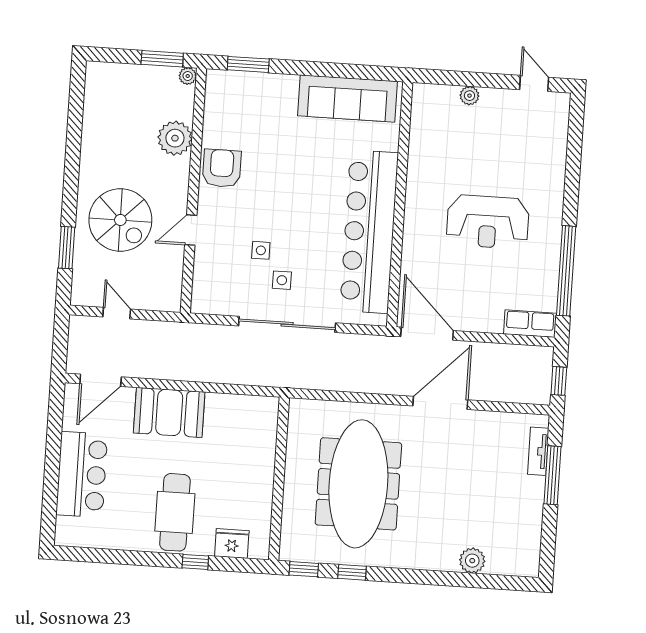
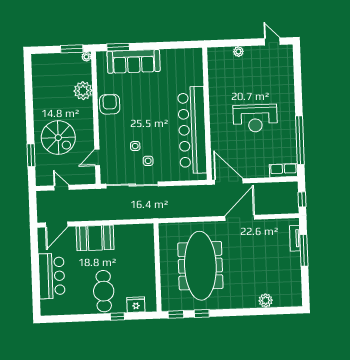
sofa: (347, 99) -> (134, 61), moved
door: (191, 230) -> (97, 157), moved
sliding door: (287, 324) -> (132, 185), moved

